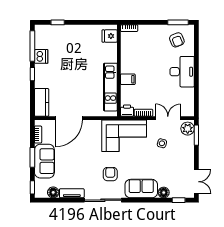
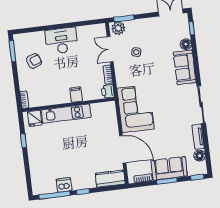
window: (58, 22) -> (24, 141), moved
armchair: (177, 40) -> (34, 61), moved
kitchen unit: (110, 87) -> (66, 114), moved
corner sofa: (124, 136) -> (136, 109), moved
armchair: (110, 174) -> (174, 100), removed

